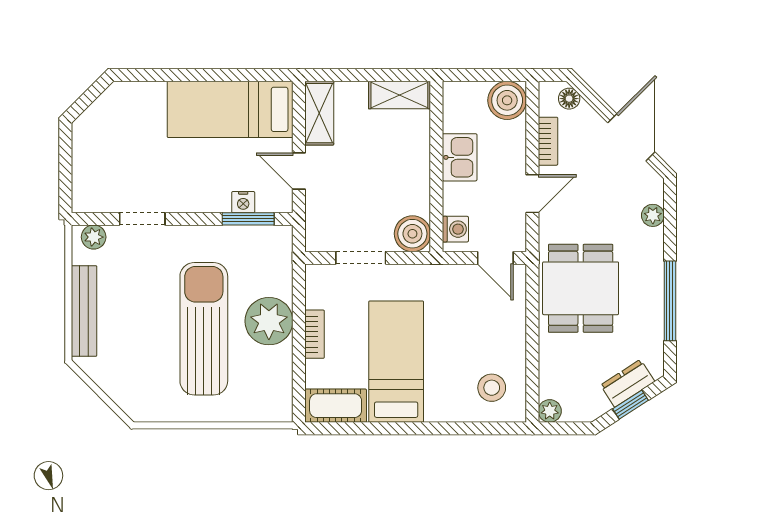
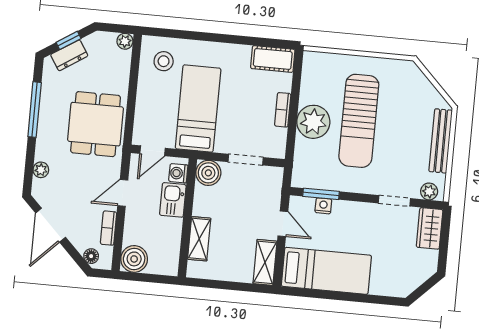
shelving: (399, 95) -> (199, 239), moved, turned 90
kitchen sink: (460, 157) -> (173, 200), moved
wardrobe: (88, 184) -> (430, 228), added
door: (495, 258) -> (153, 151), swing flipped
bed: (396, 362) -> (198, 108), moved, turned 180

